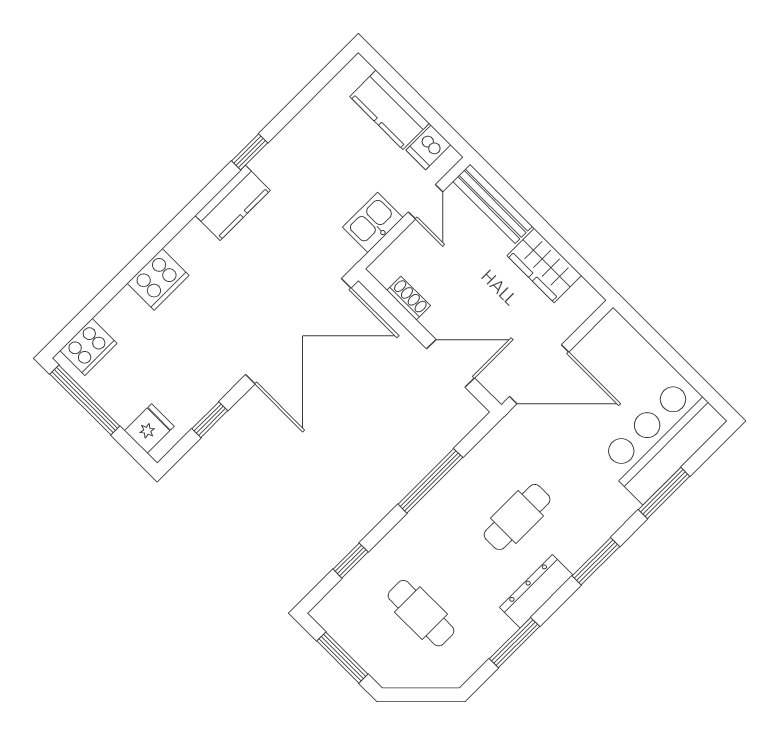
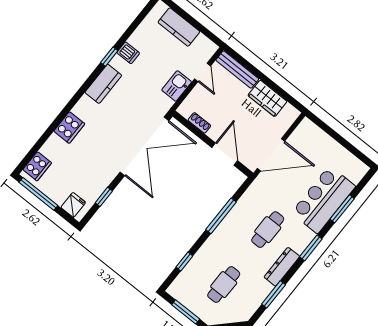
dishwasher: (428, 147) -> (128, 53), moved, turned -90
door: (451, 363) -> (225, 154), hinge flipped
bar counter: (662, 440) -> (323, 200), moved
cafe table: (421, 613) -> (224, 285), turned 90

